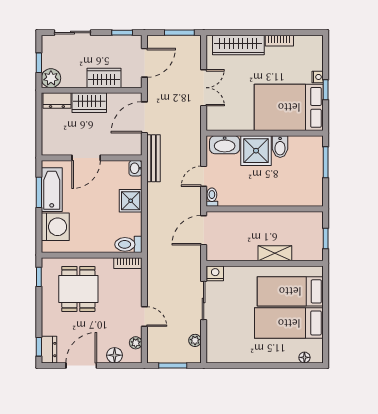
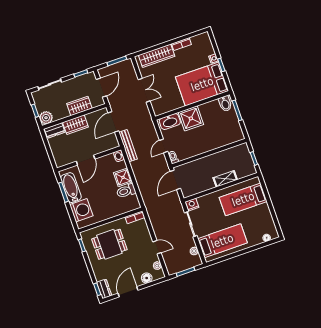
bidet: (280, 147) -> (225, 104), moved
toilet: (128, 244) -> (126, 191), moved
dining table: (78, 289) -> (109, 244), turned 90
bed: (289, 323) -> (222, 241), moved, turned 180

